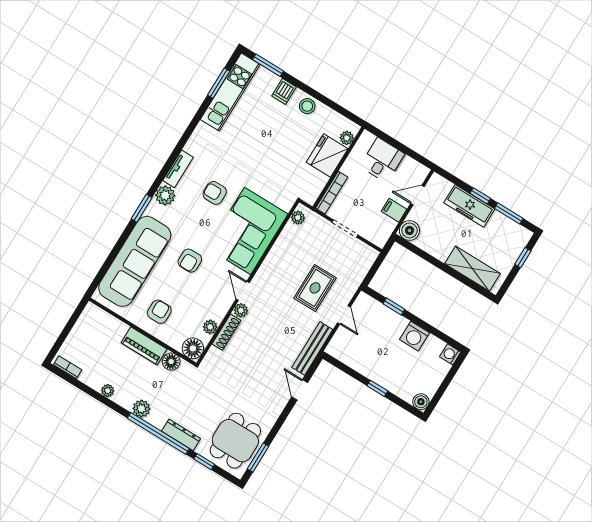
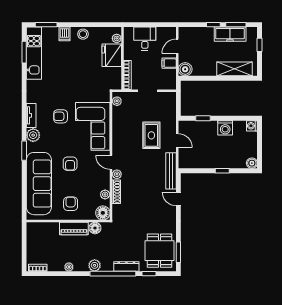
freezer: (469, 206) -> (230, 34), moved

